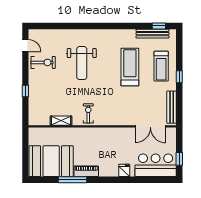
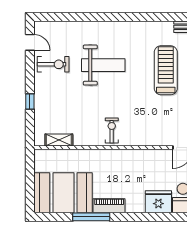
weight bench: (82, 63) -> (103, 65), turned -90
shelving: (61, 121) -> (59, 140), moved
fridge: (124, 170) -> (158, 202), width x1.88, depth x1.34

